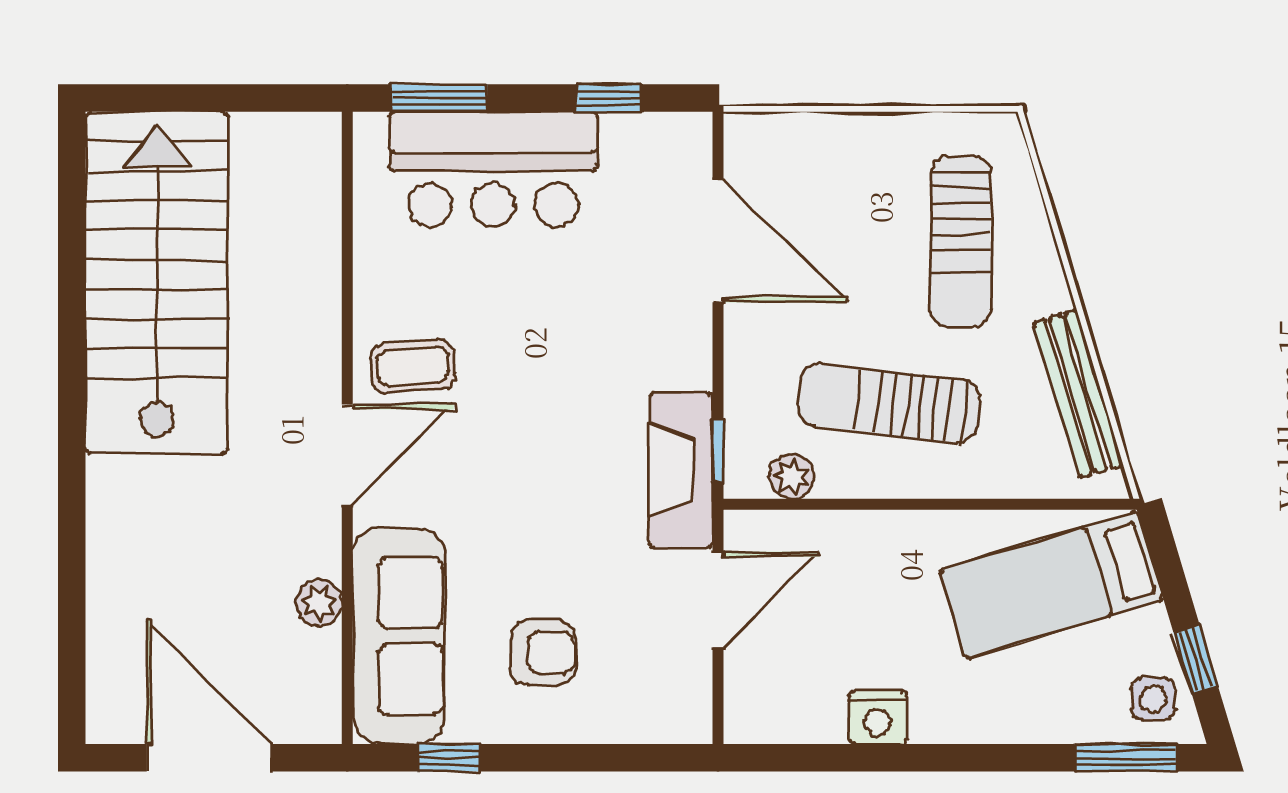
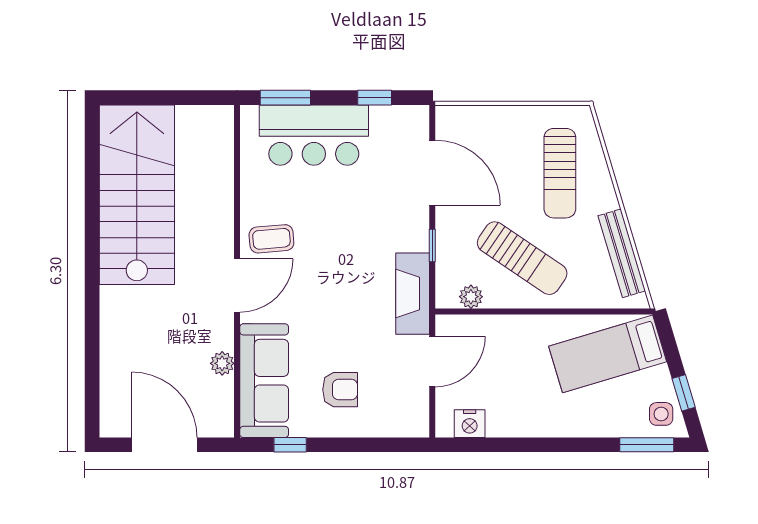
sun lounger: (889, 403) -> (522, 258), turned -153
window: (718, 450) -> (432, 245), moved
nightstand: (878, 718) -> (470, 424), moved

